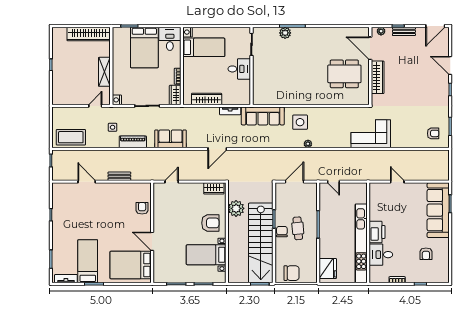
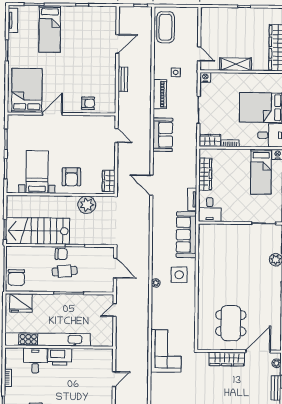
desk: (239, 69) -> (210, 210), moved
stairs: (261, 243) -> (38, 231), width x0.73
bed: (88, 261) -> (50, 29), moved, turned 90
chair: (292, 273) -> (16, 278), moved

